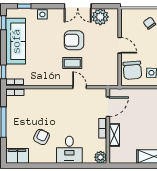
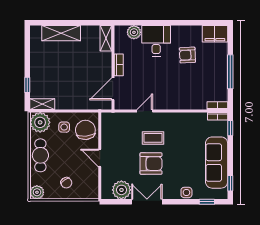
door: (80, 87) -> (145, 111), swing flipped
shelving: (114, 135) -> (106, 38), moved
armchair: (41, 137) -> (187, 55), turned 61
plant: (101, 157) -> (134, 32), moved

